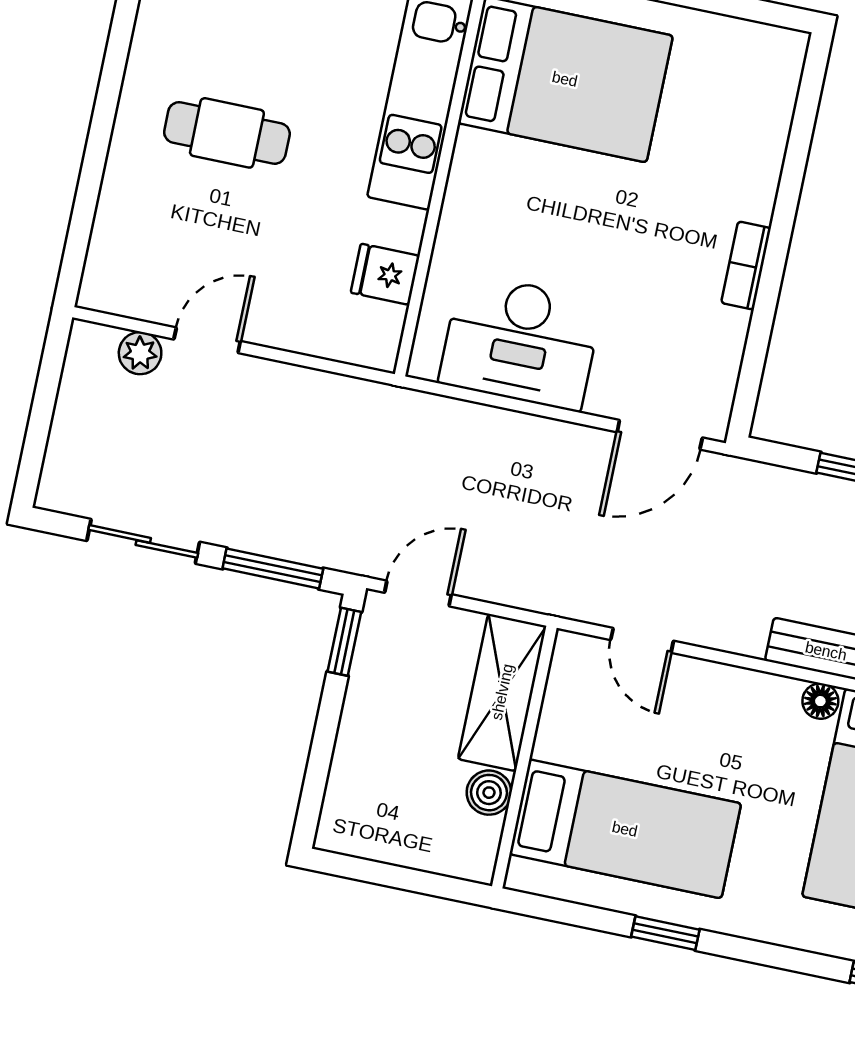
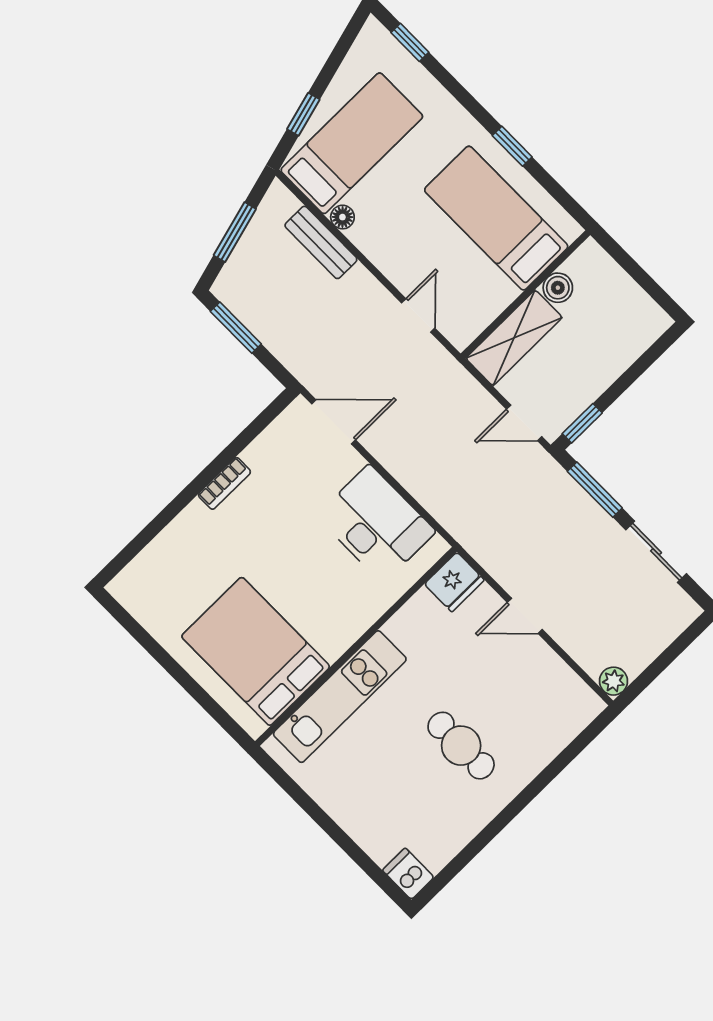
fridge: (385, 274) -> (454, 582), moved, width x1.38
door: (207, 340) -> (525, 616), moved
plant: (140, 353) -> (613, 681), moved

